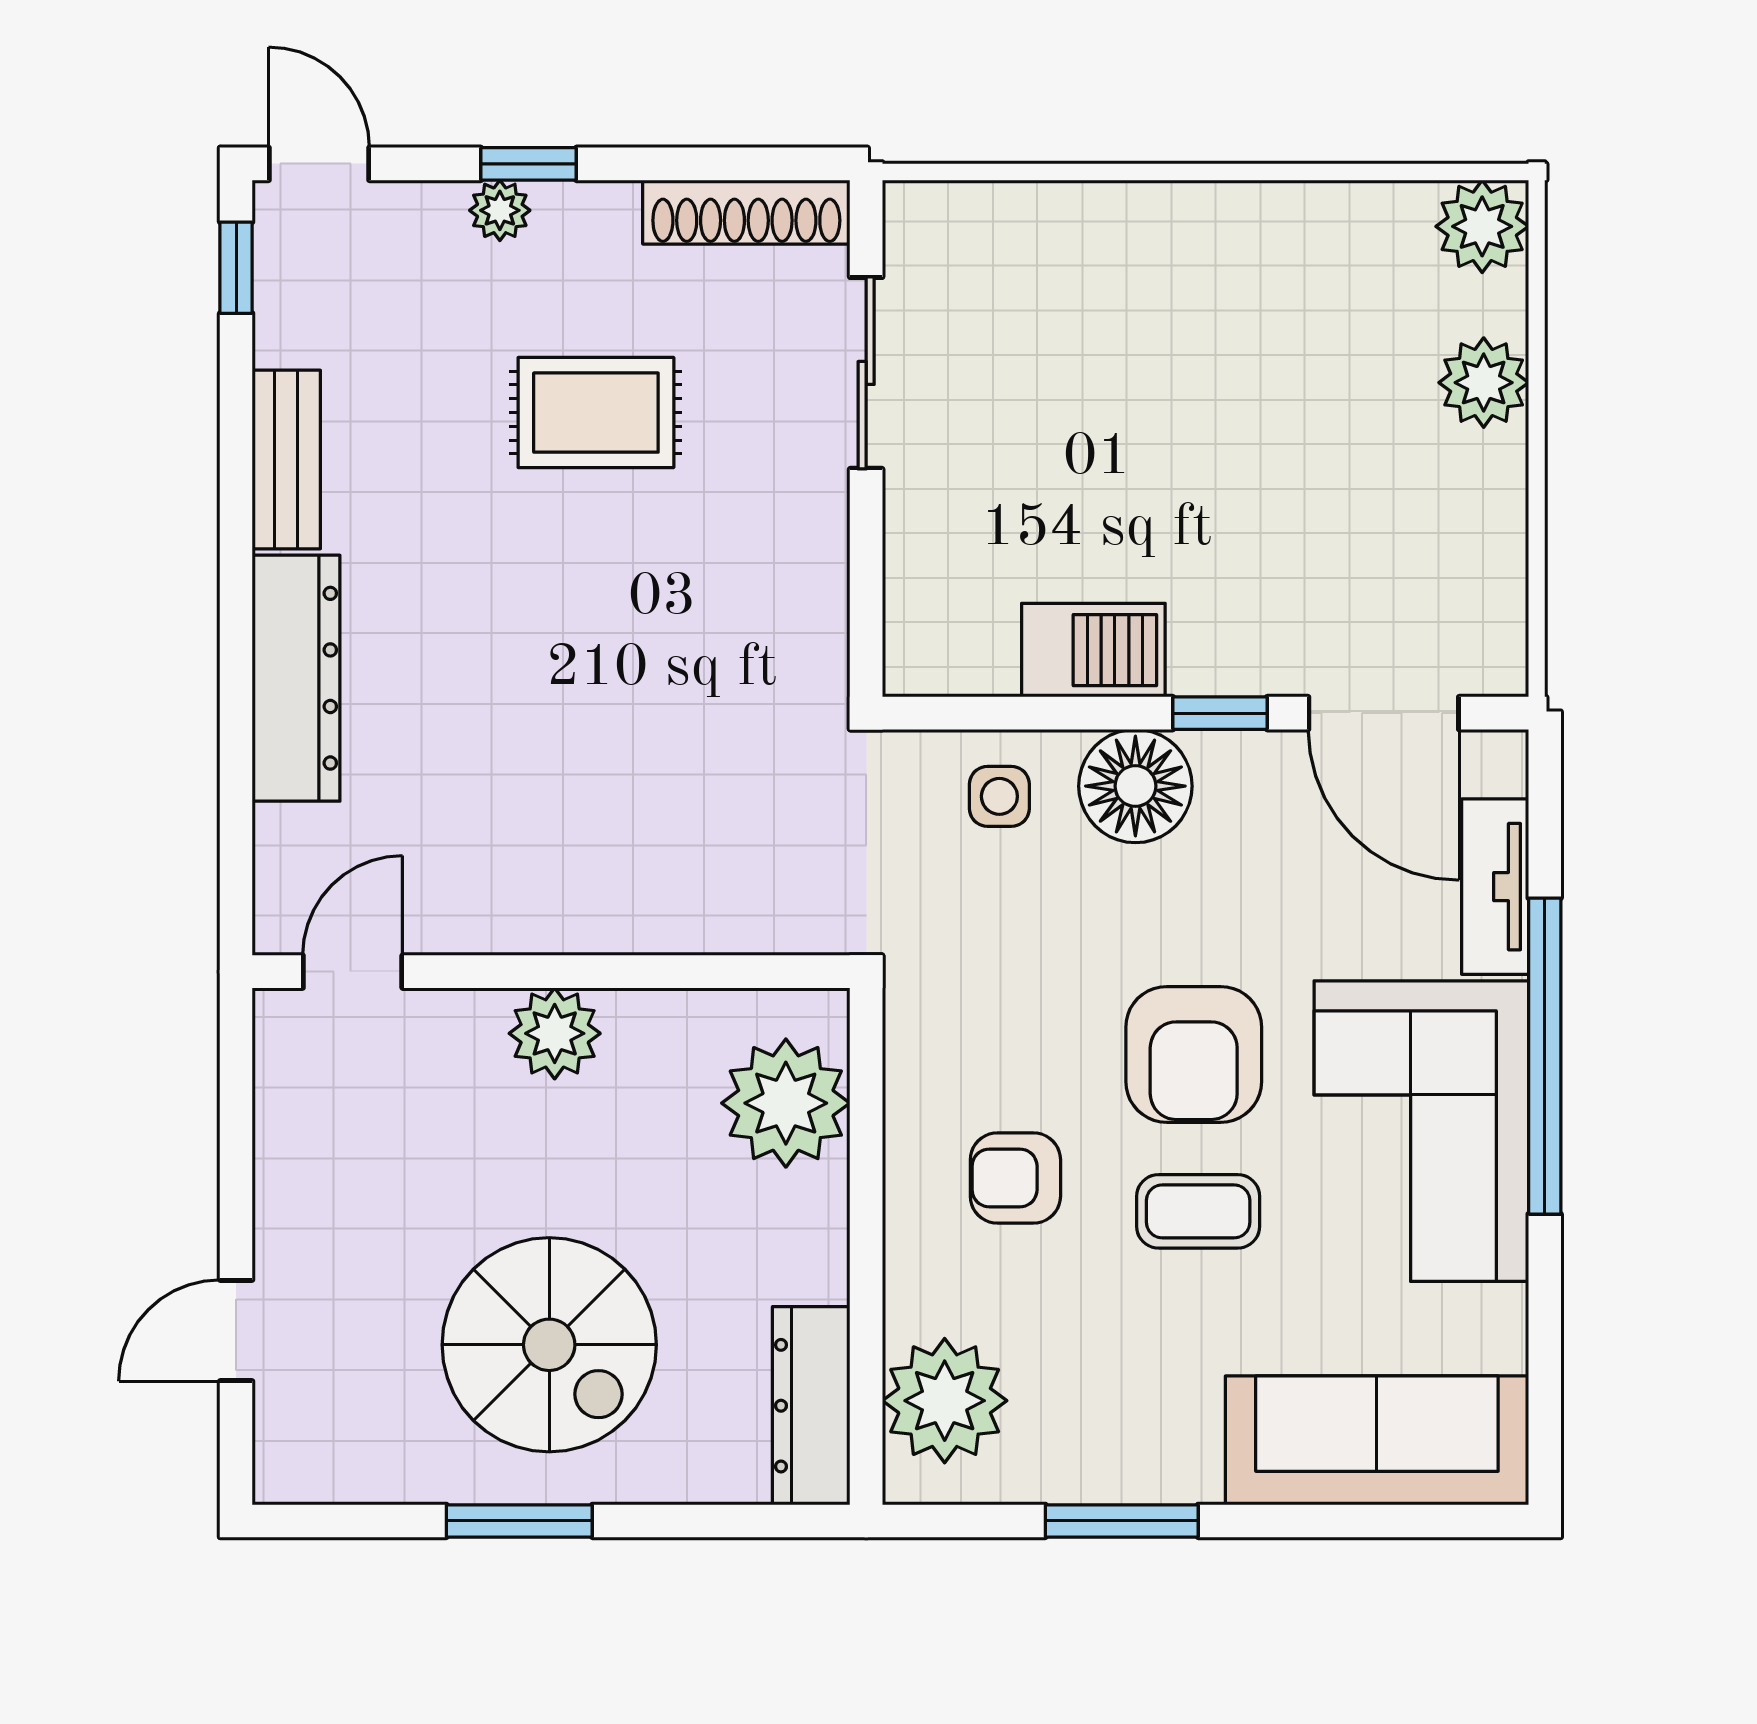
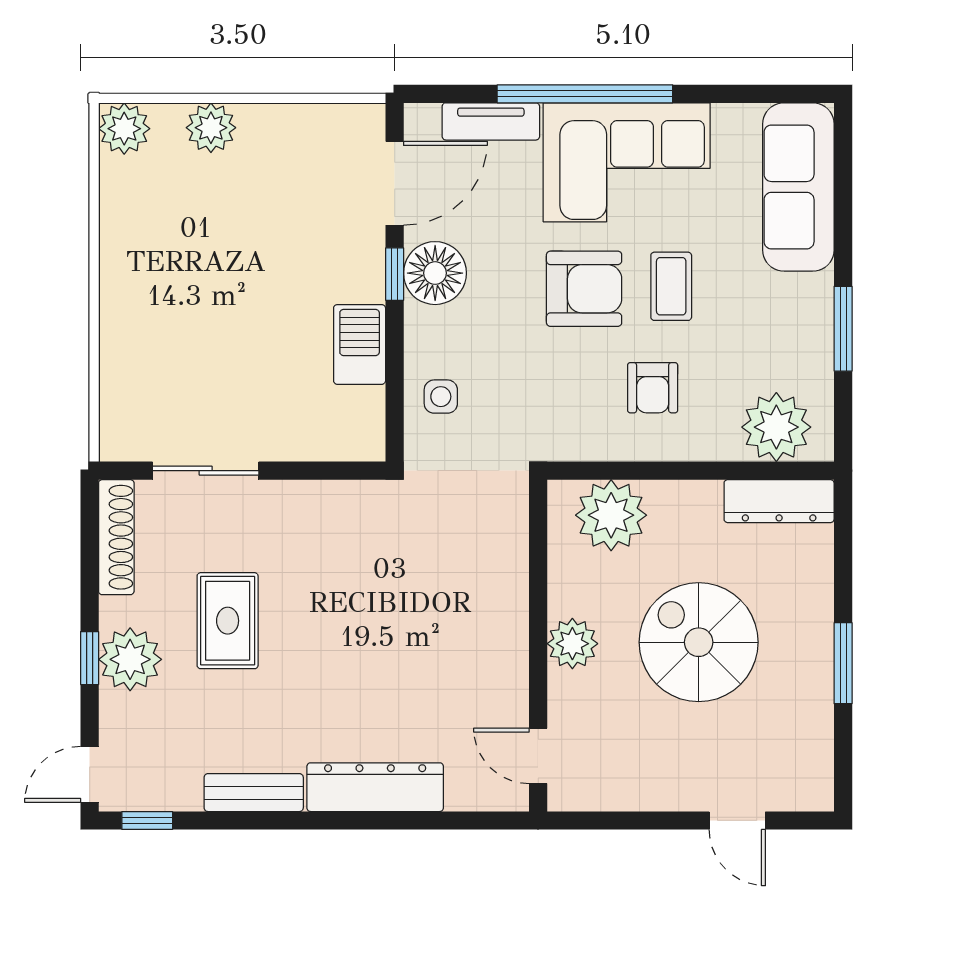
plant: (500, 210) -> (130, 659), width x1.87, depth x1.87
floor lamp: (1135, 786) -> (435, 273), moved
spiral stairs: (549, 1345) -> (699, 642), moved, turned -90

